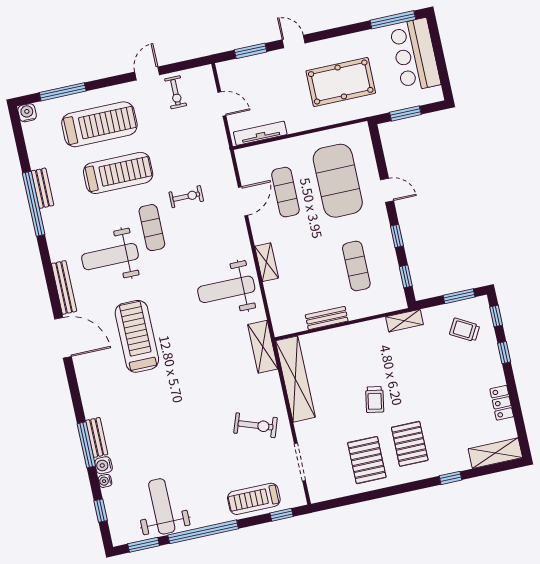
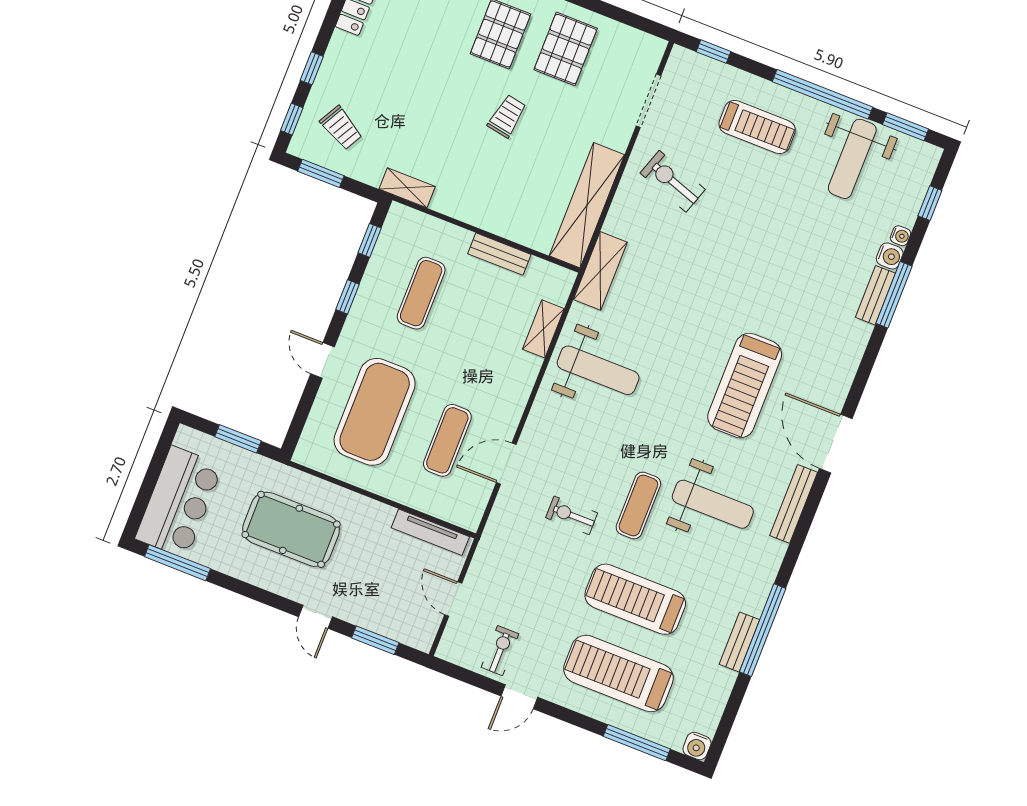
shelving: (267, 262) -> (543, 329), moved
treadmill: (254, 499) -> (757, 127), moved

